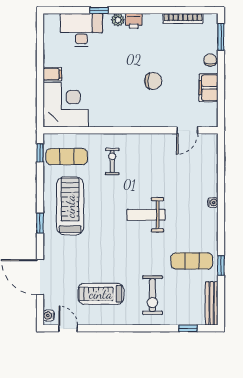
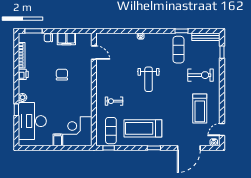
printer: (134, 21) -> (23, 74), moved
desk: (81, 30) -> (32, 121), width x1.36, depth x1.30

